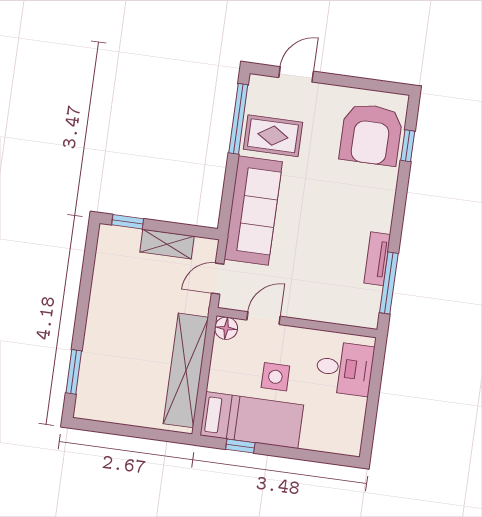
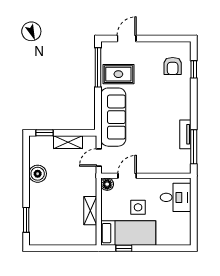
armchair: (371, 134) -> (173, 66), width x0.53, depth x0.53
boiler: (105, 293) -> (38, 174), added
shelving: (186, 370) -> (90, 211), width x0.45, depth x0.75

